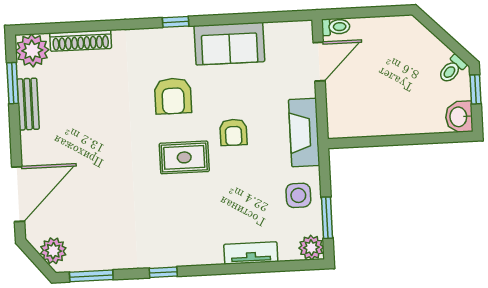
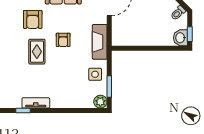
window: (475, 89) -> (190, 34), moved
rug: (184, 157) -> (37, 52), turned 90
tv unit: (251, 253) -> (36, 103), moved

